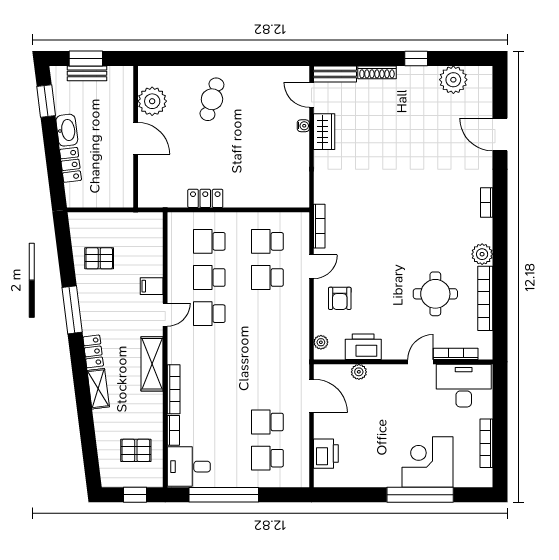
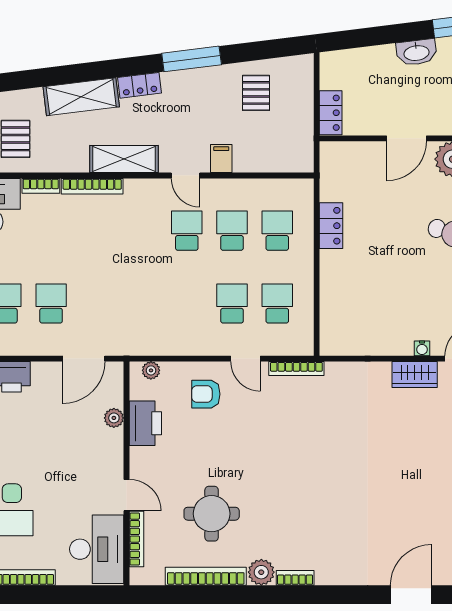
locker: (71, 165) -> (331, 113), moved, turned -83
bookcase: (487, 203) -> (295, 578), moved
shelving: (98, 389) -> (81, 97), width x1.50, depth x1.33

